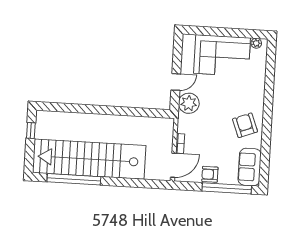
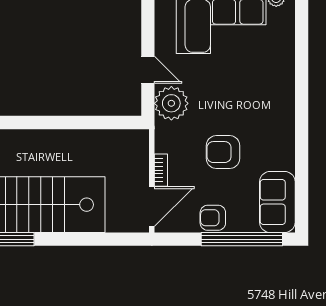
door: (176, 82) -> (148, 70), hinge flipped
armchair: (245, 125) -> (223, 152), moved, turned -69

